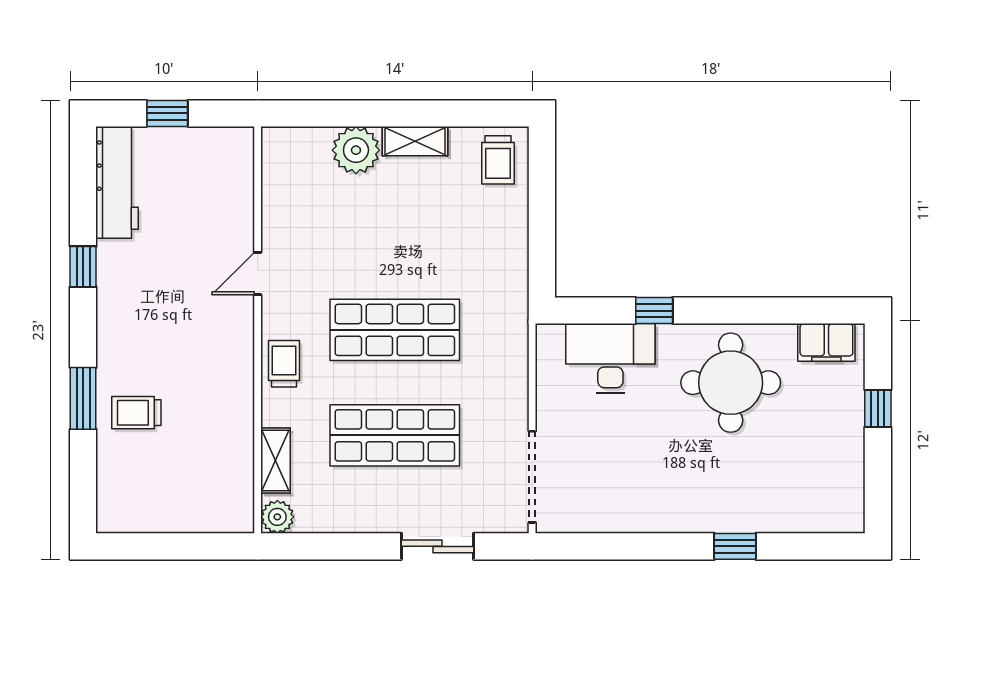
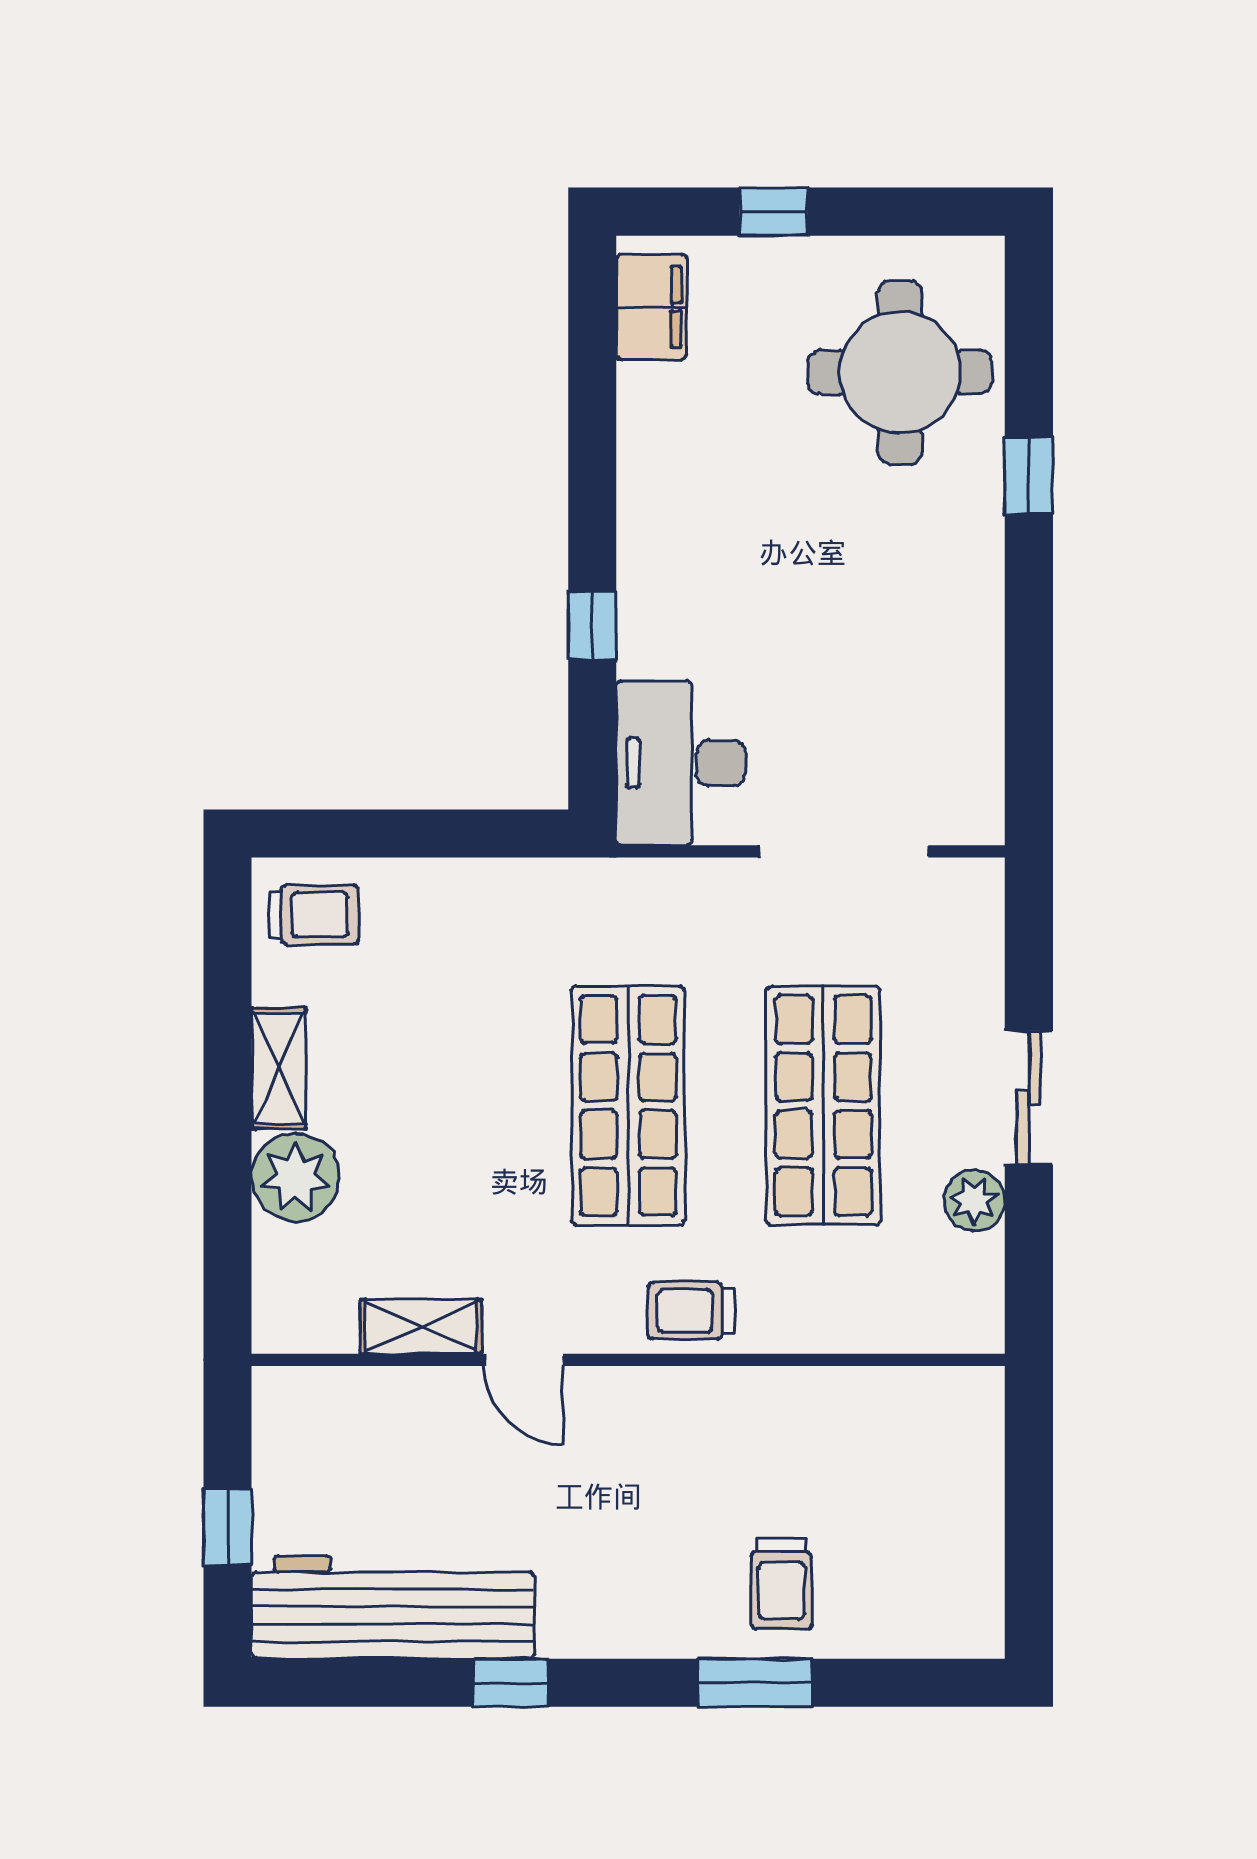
workbench: (117, 182) -> (393, 1607), width x1.36, depth x1.32
desk: (610, 358) -> (681, 763), moved
round table: (731, 383) -> (900, 372), moved
shelving: (275, 461) -> (421, 1327), moved
doorway: (532, 477) -> (843, 851), moved
plant: (277, 517) -> (974, 1201), moved
sliding door: (437, 546) -> (1029, 1098), moved

